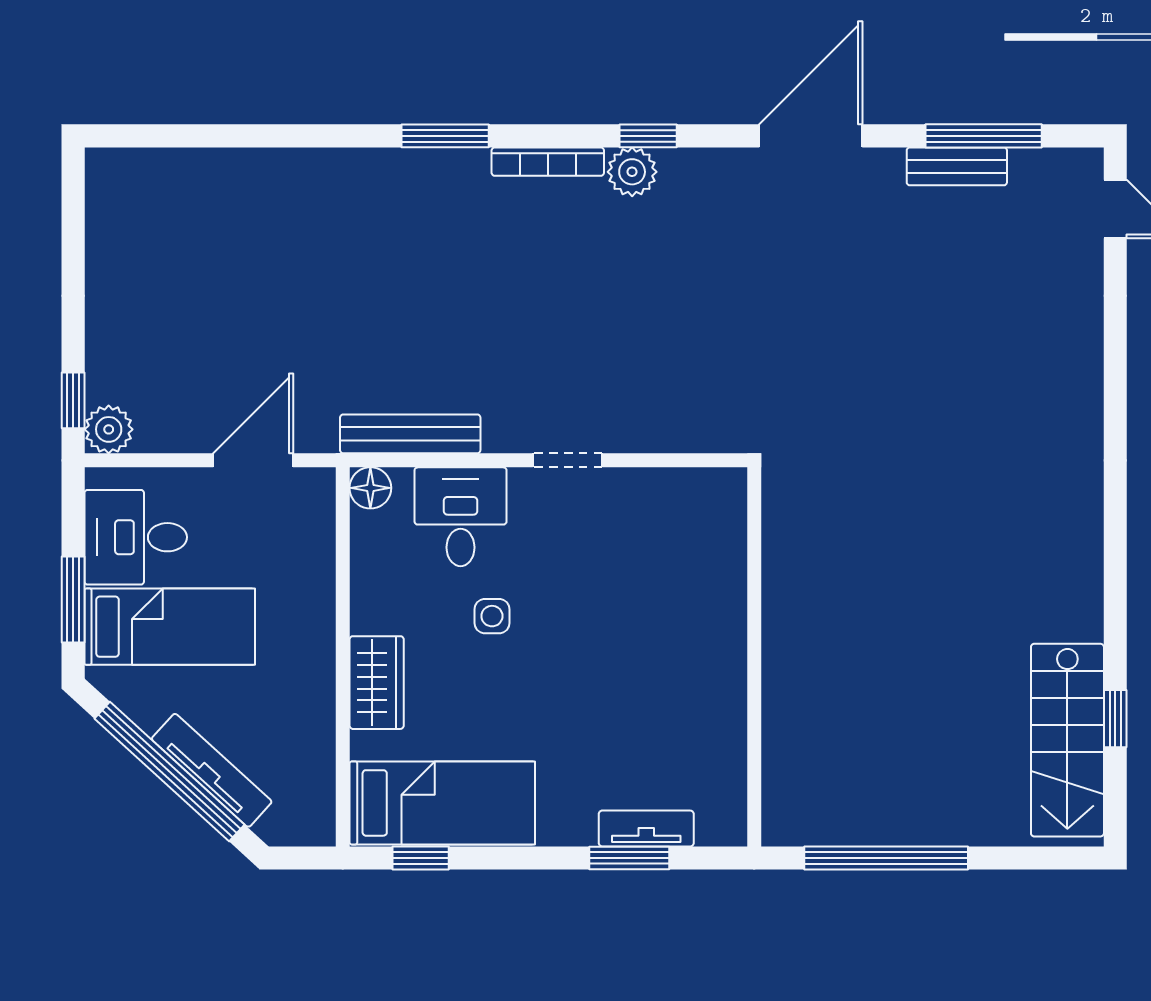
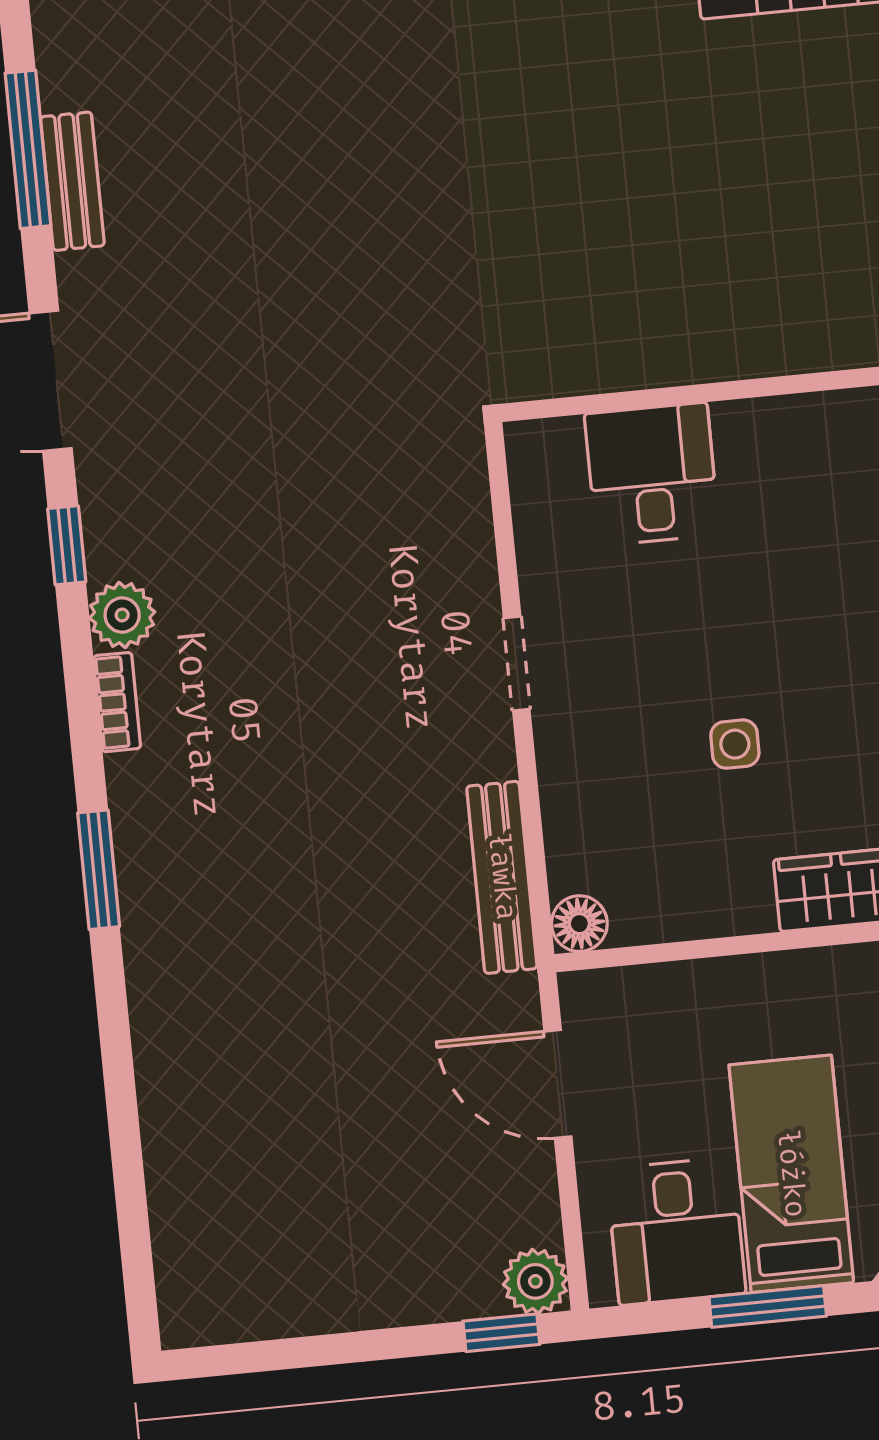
window: (648, 136) -> (67, 545), moved
bookcase: (548, 162) -> (117, 702), width x0.64
desk: (461, 517) -> (652, 474), moved, turned 90

